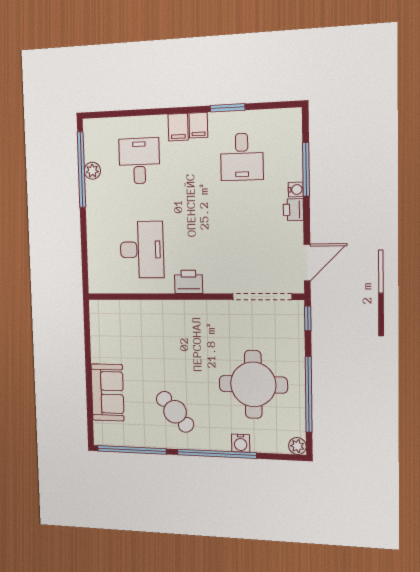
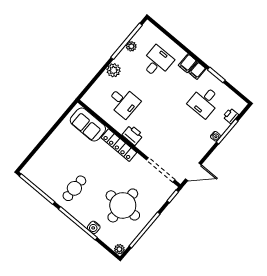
printer: (293, 210) -> (231, 116), moved
plant: (97, 220) -> (114, 70), added
desk: (142, 250) -> (123, 102), width x0.73
locker: (183, 310) -> (119, 145), added
sofa: (107, 392) -> (88, 124), moved, turned 90
cafe table: (175, 412) -> (74, 188), turned 41

